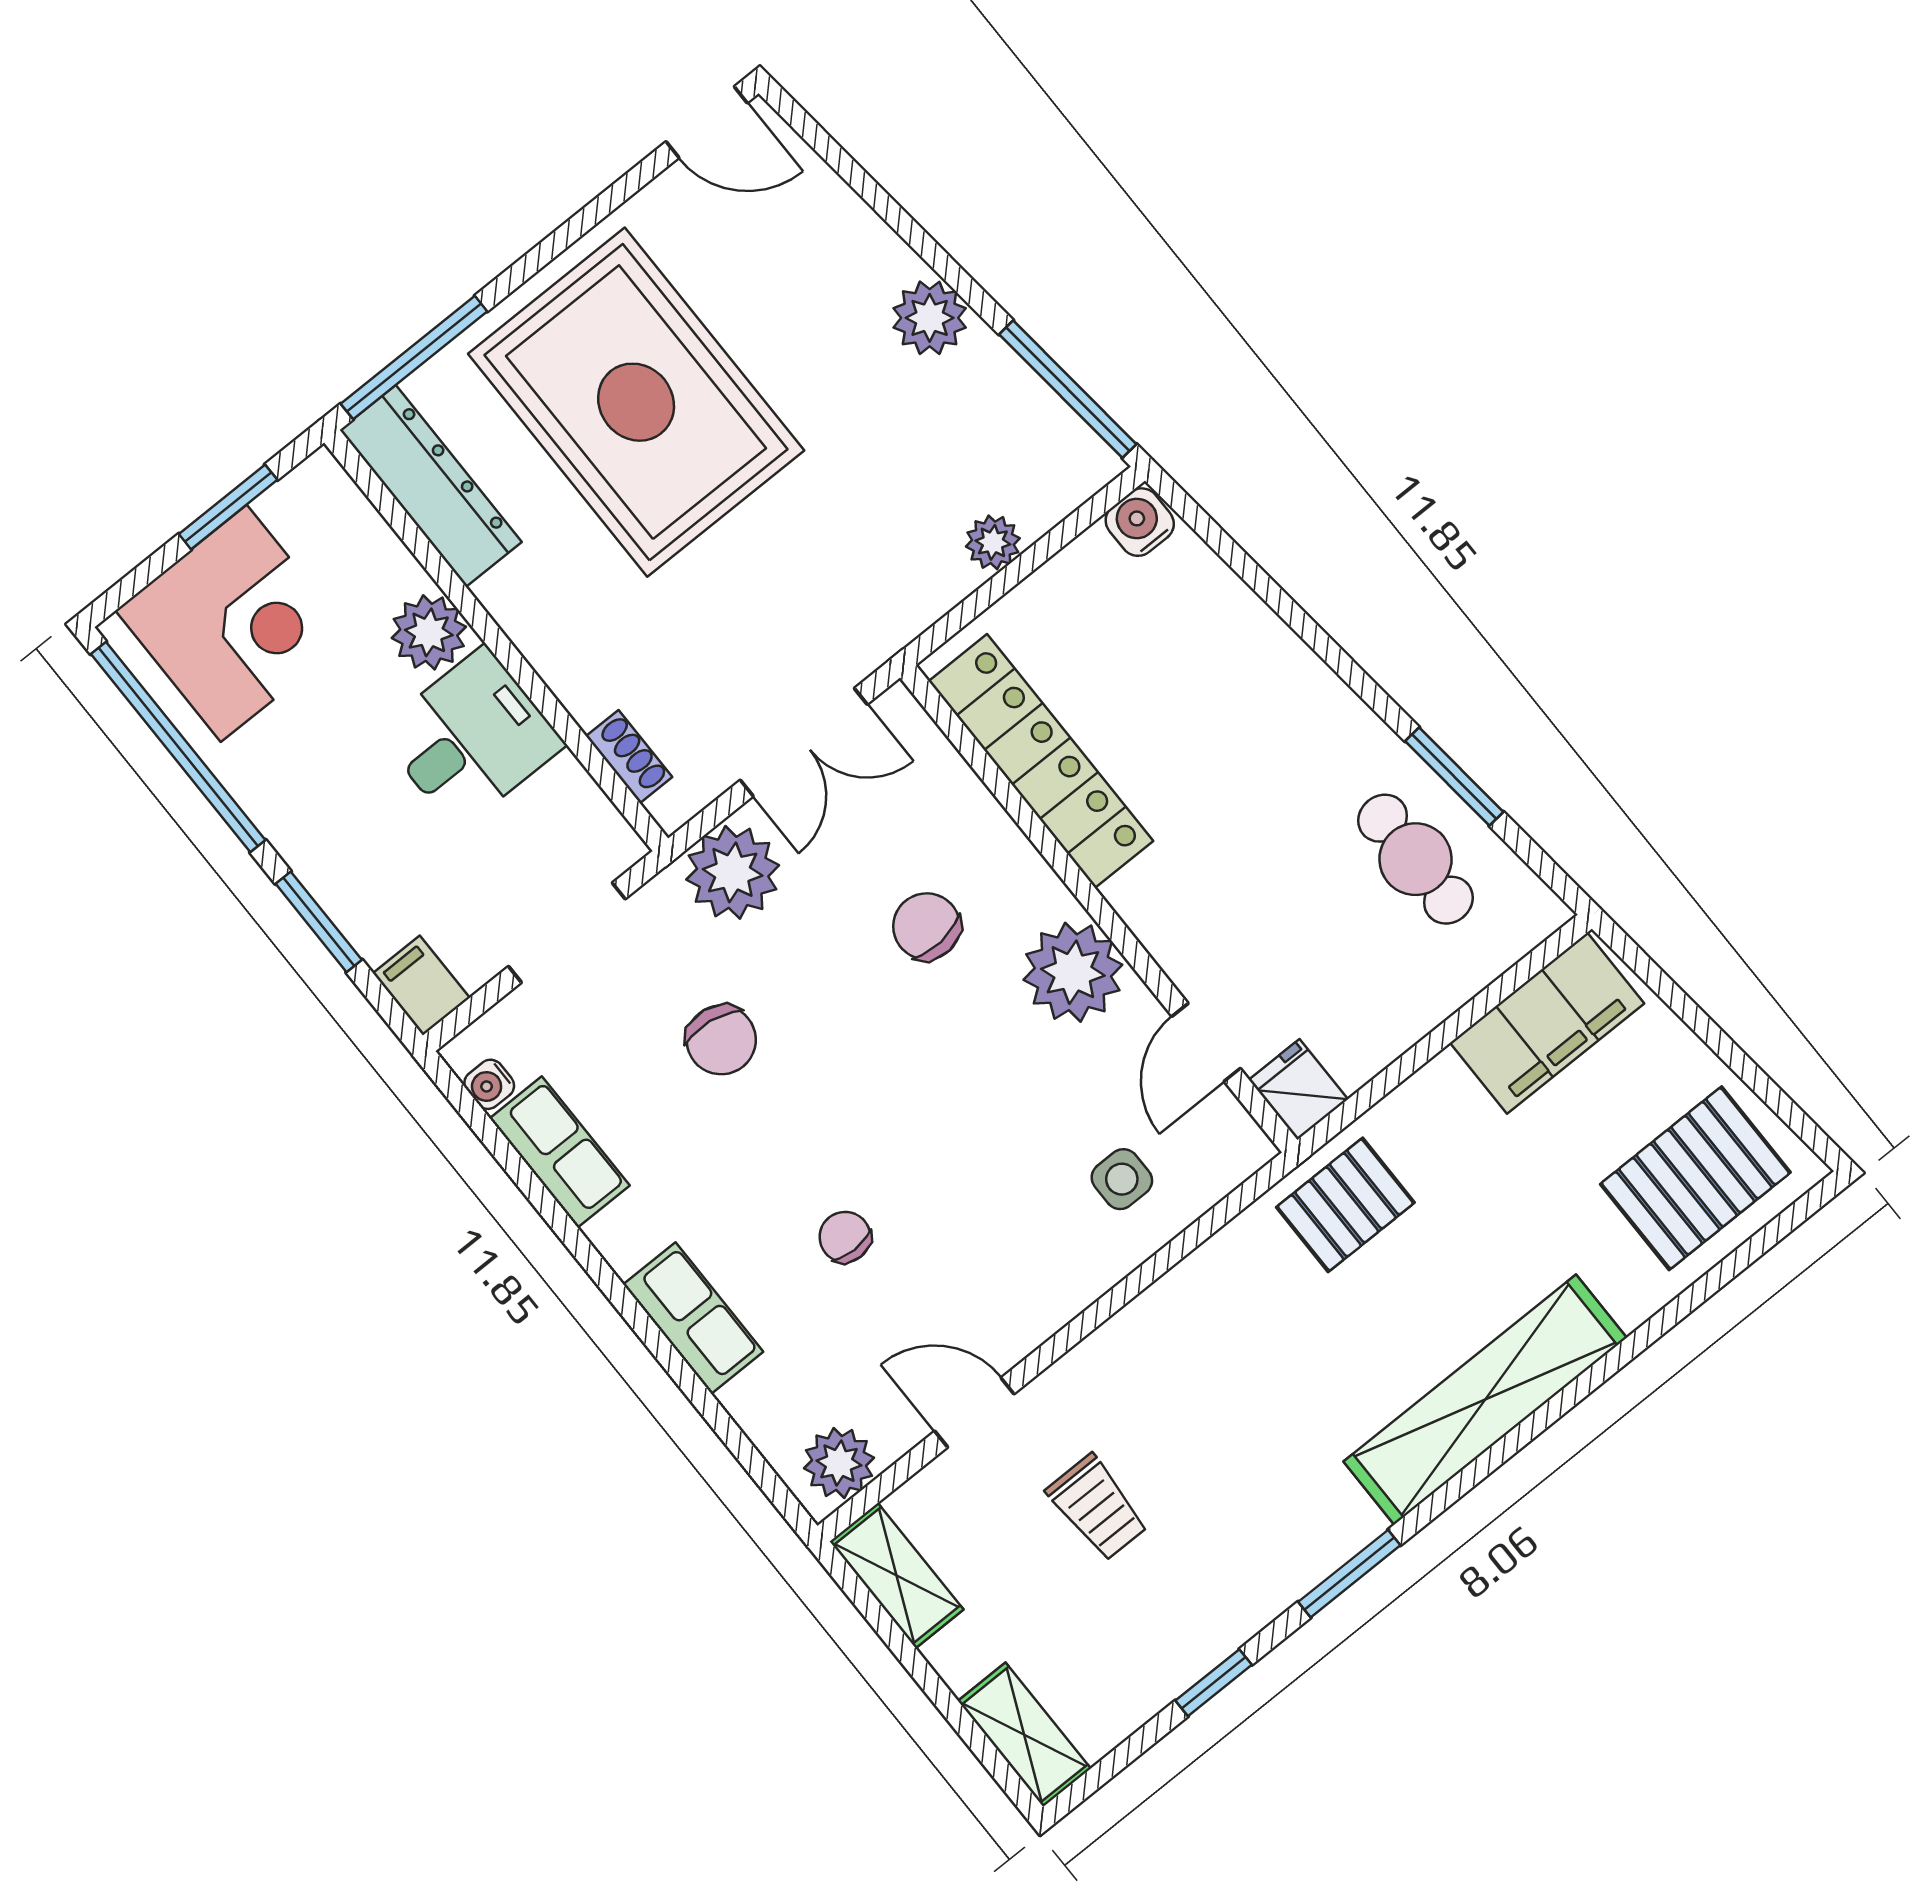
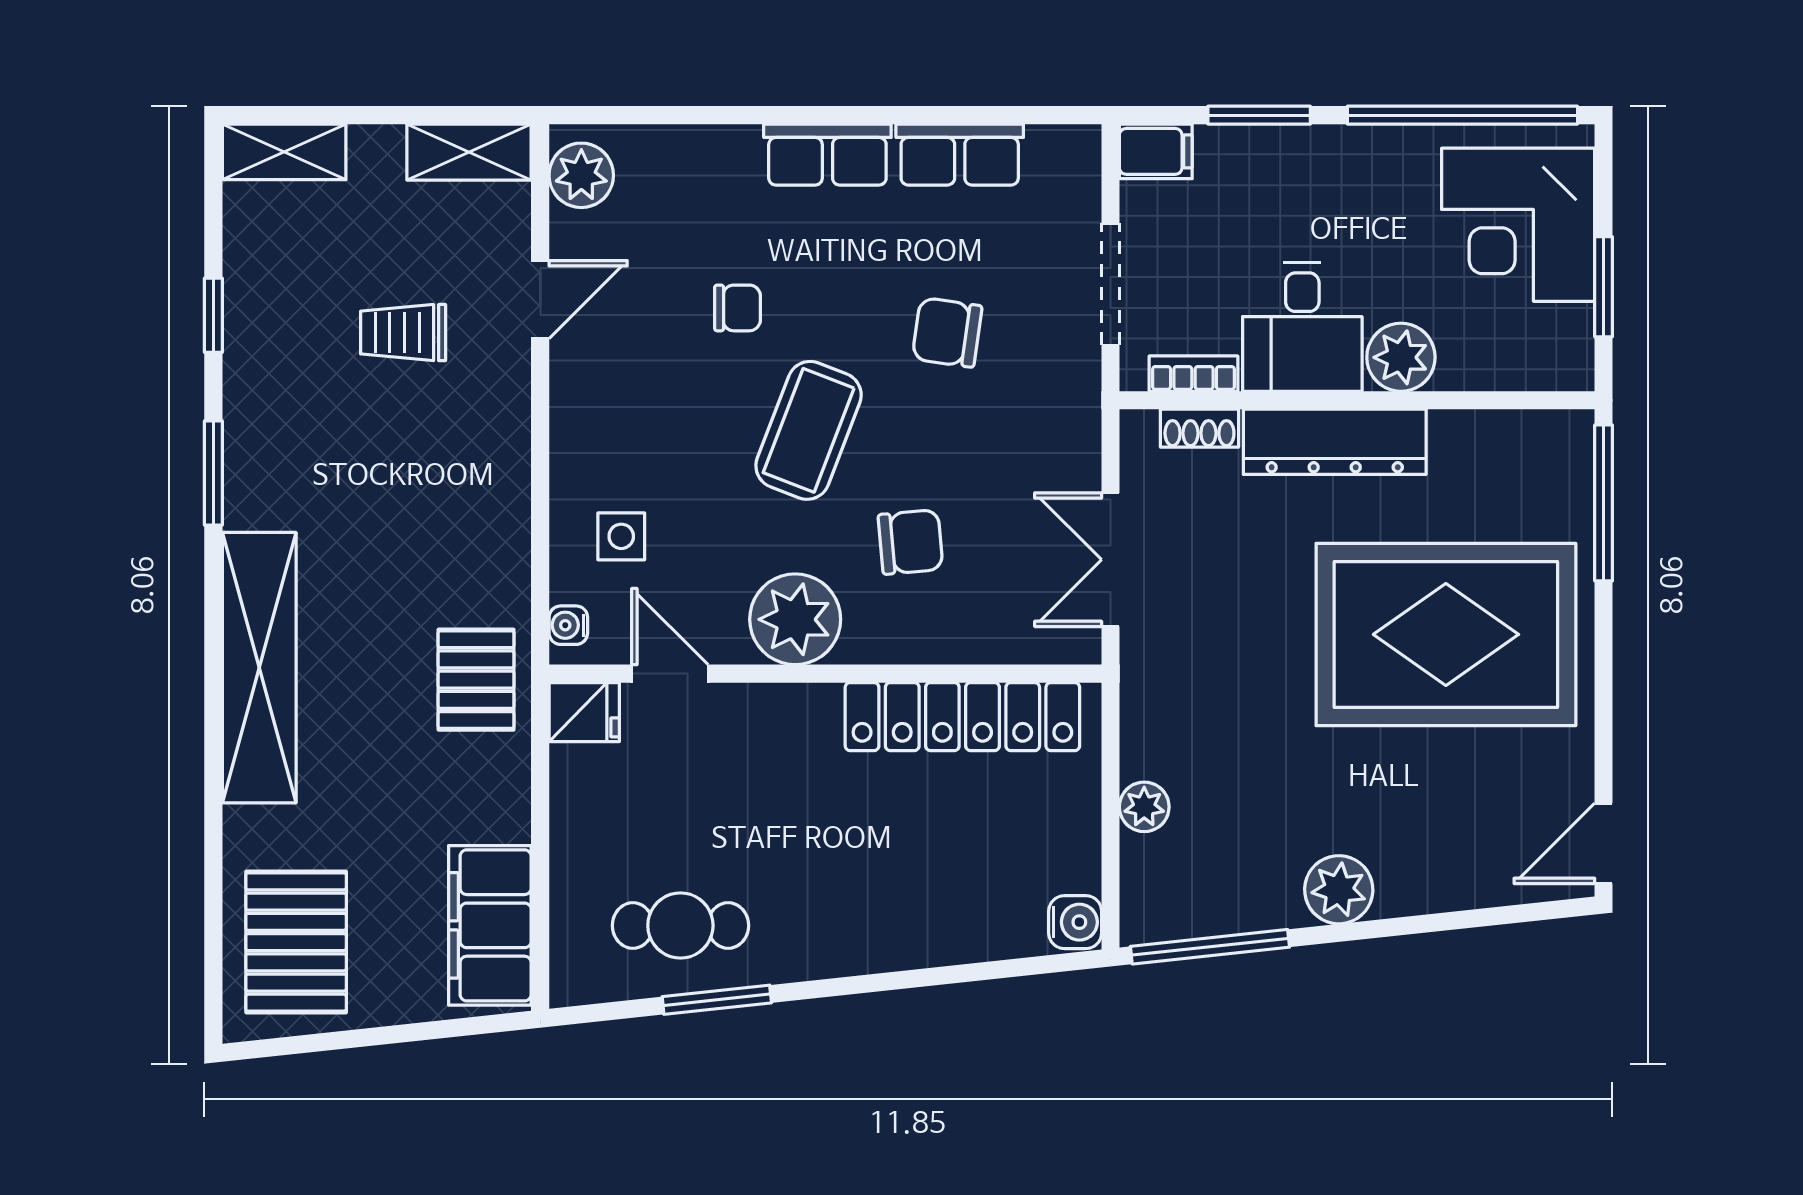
dresser: (431, 486) -> (1335, 442), moved
bookcase: (586, 799) -> (1193, 374), added
plant: (733, 872) -> (1059, 436), removed
water cooler: (489, 1084) -> (568, 625), moved, turned -90
coffee table: (901, 1091) -> (809, 430), added
row of seats: (693, 1318) -> (827, 155), moved

